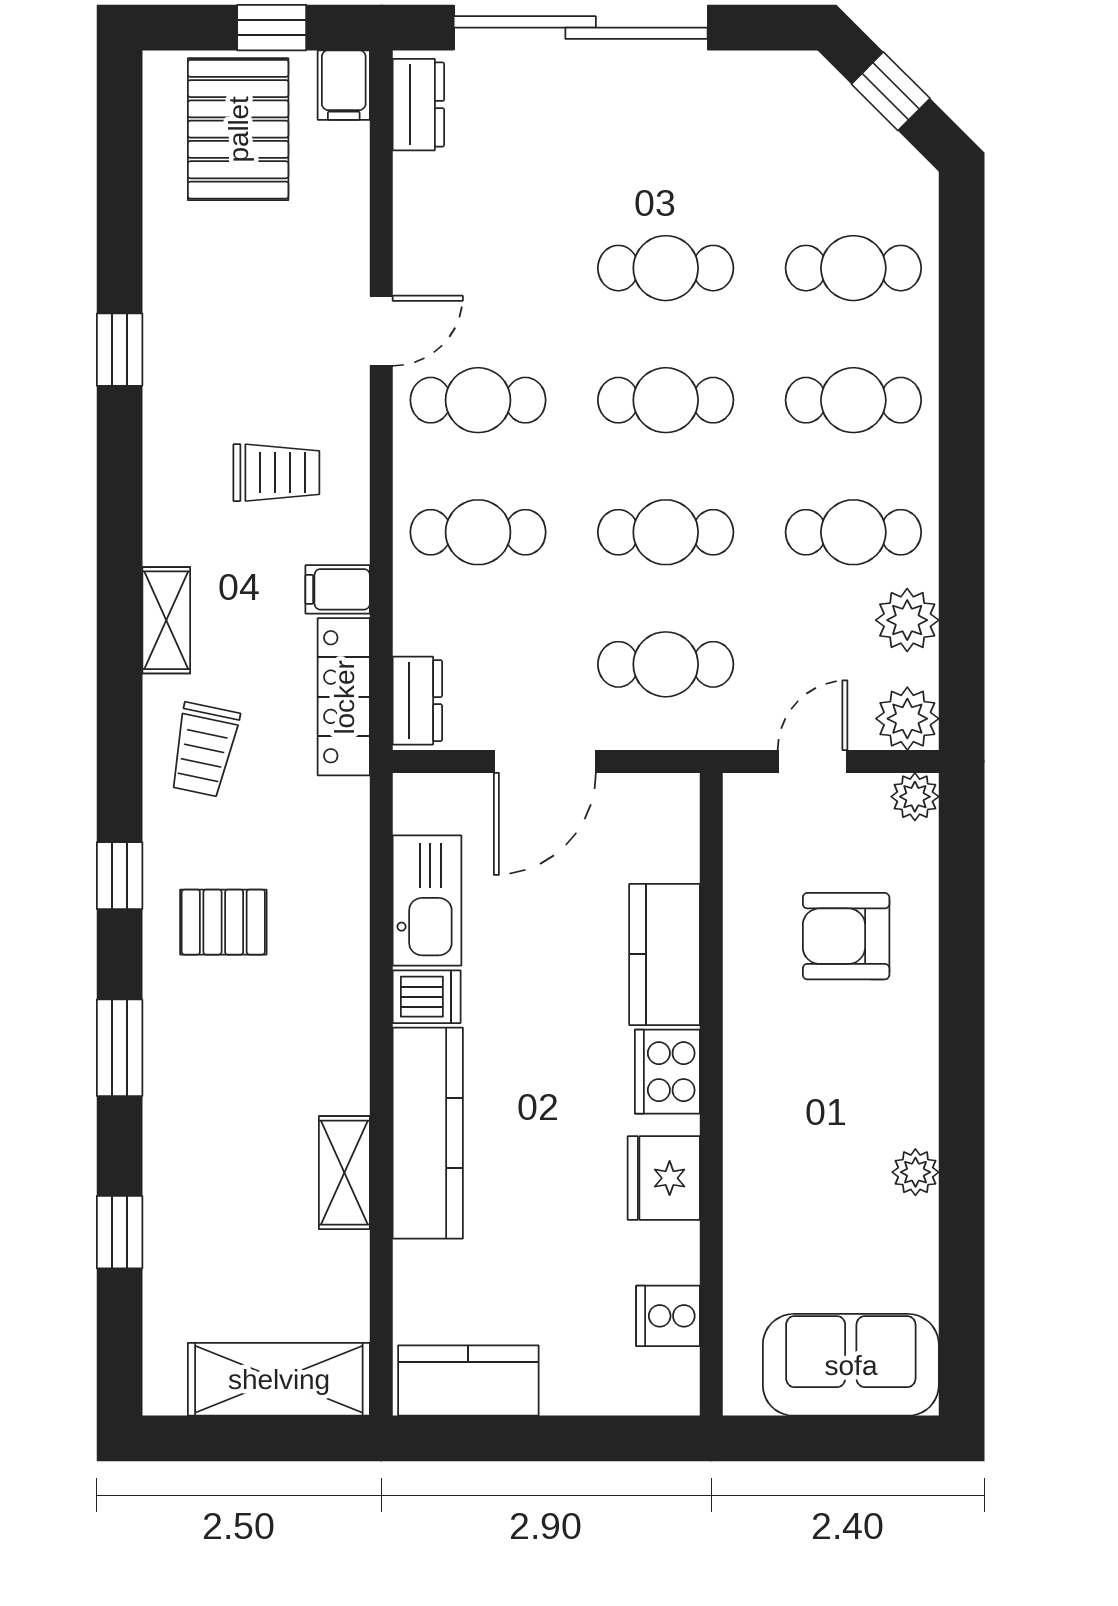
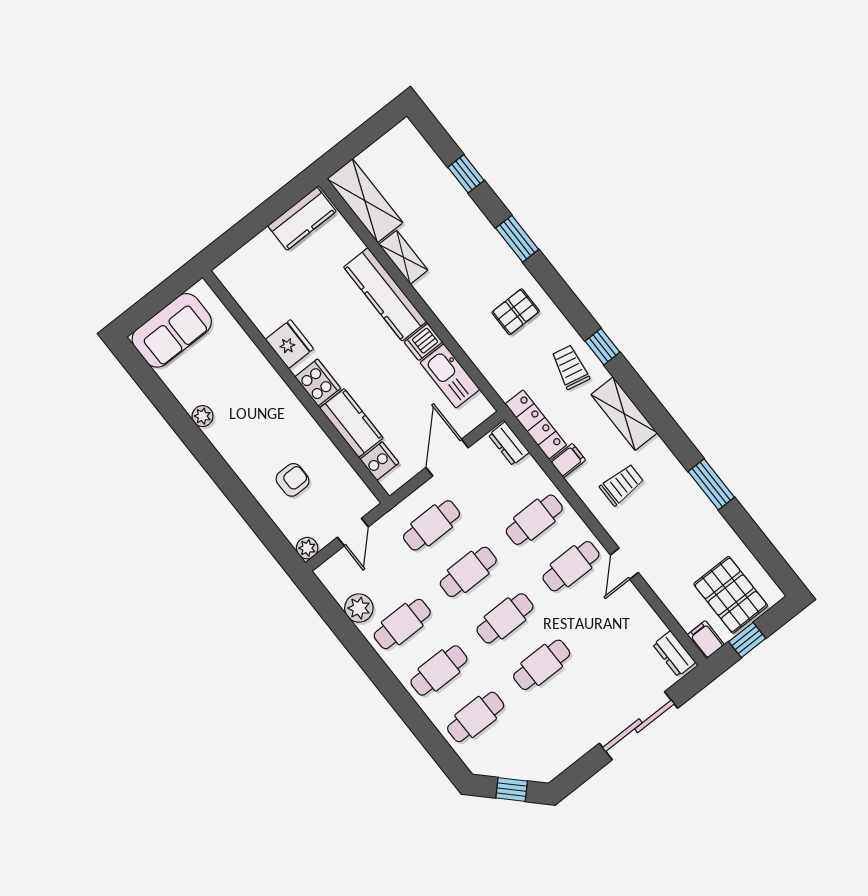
sliding door: (581, 28) -> (638, 726), width x0.73
window: (120, 350) -> (711, 484), width x1.50
trolley: (276, 473) -> (622, 485), turned 180
shelving: (166, 620) -> (624, 414), width x1.50, depth x1.33
plant: (907, 719) -> (331, 573), removed
window: (120, 876) -> (602, 347), moved
armchair: (846, 936) -> (293, 480), width x0.72, depth x0.72
cooker: (668, 1316) -> (379, 461), moved
shelving: (279, 1379) -> (365, 201), moved, turned 90

